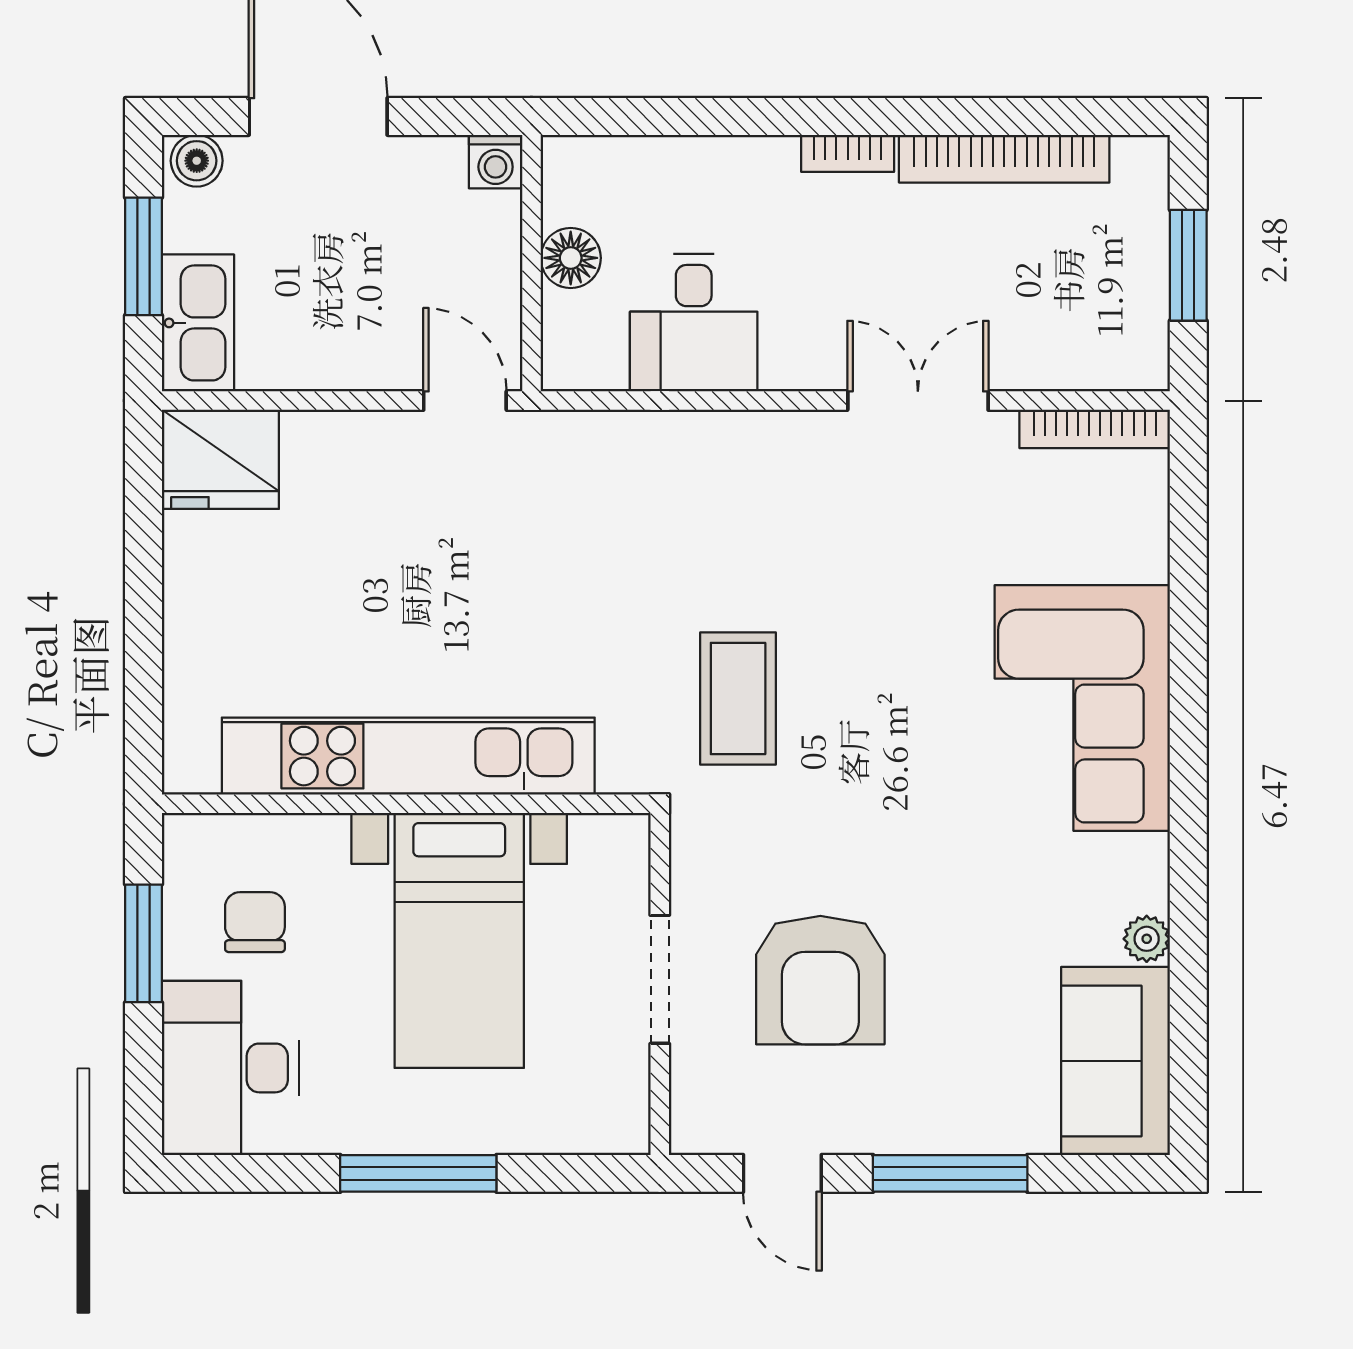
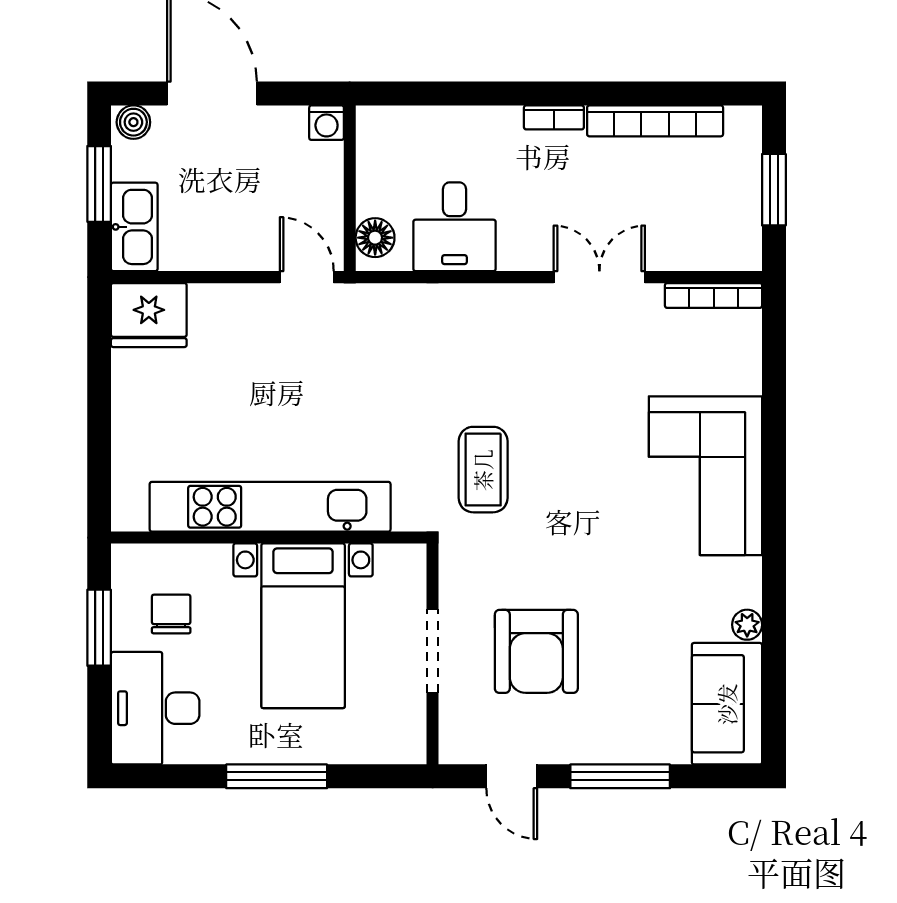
floor lamp: (571, 258) -> (375, 238), moved

